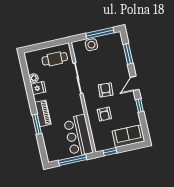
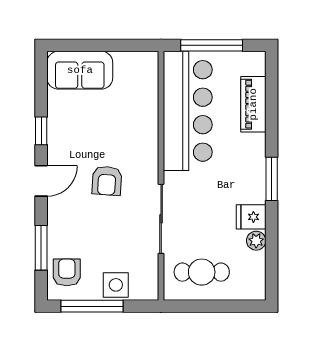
piano: (43, 113) -> (253, 104), moved
armchair: (104, 114) -> (67, 272), moved
window: (37, 124) -> (272, 179), moved
bar counter: (78, 136) -> (188, 111), width x1.36
window: (110, 152) -> (127, 45), removed

